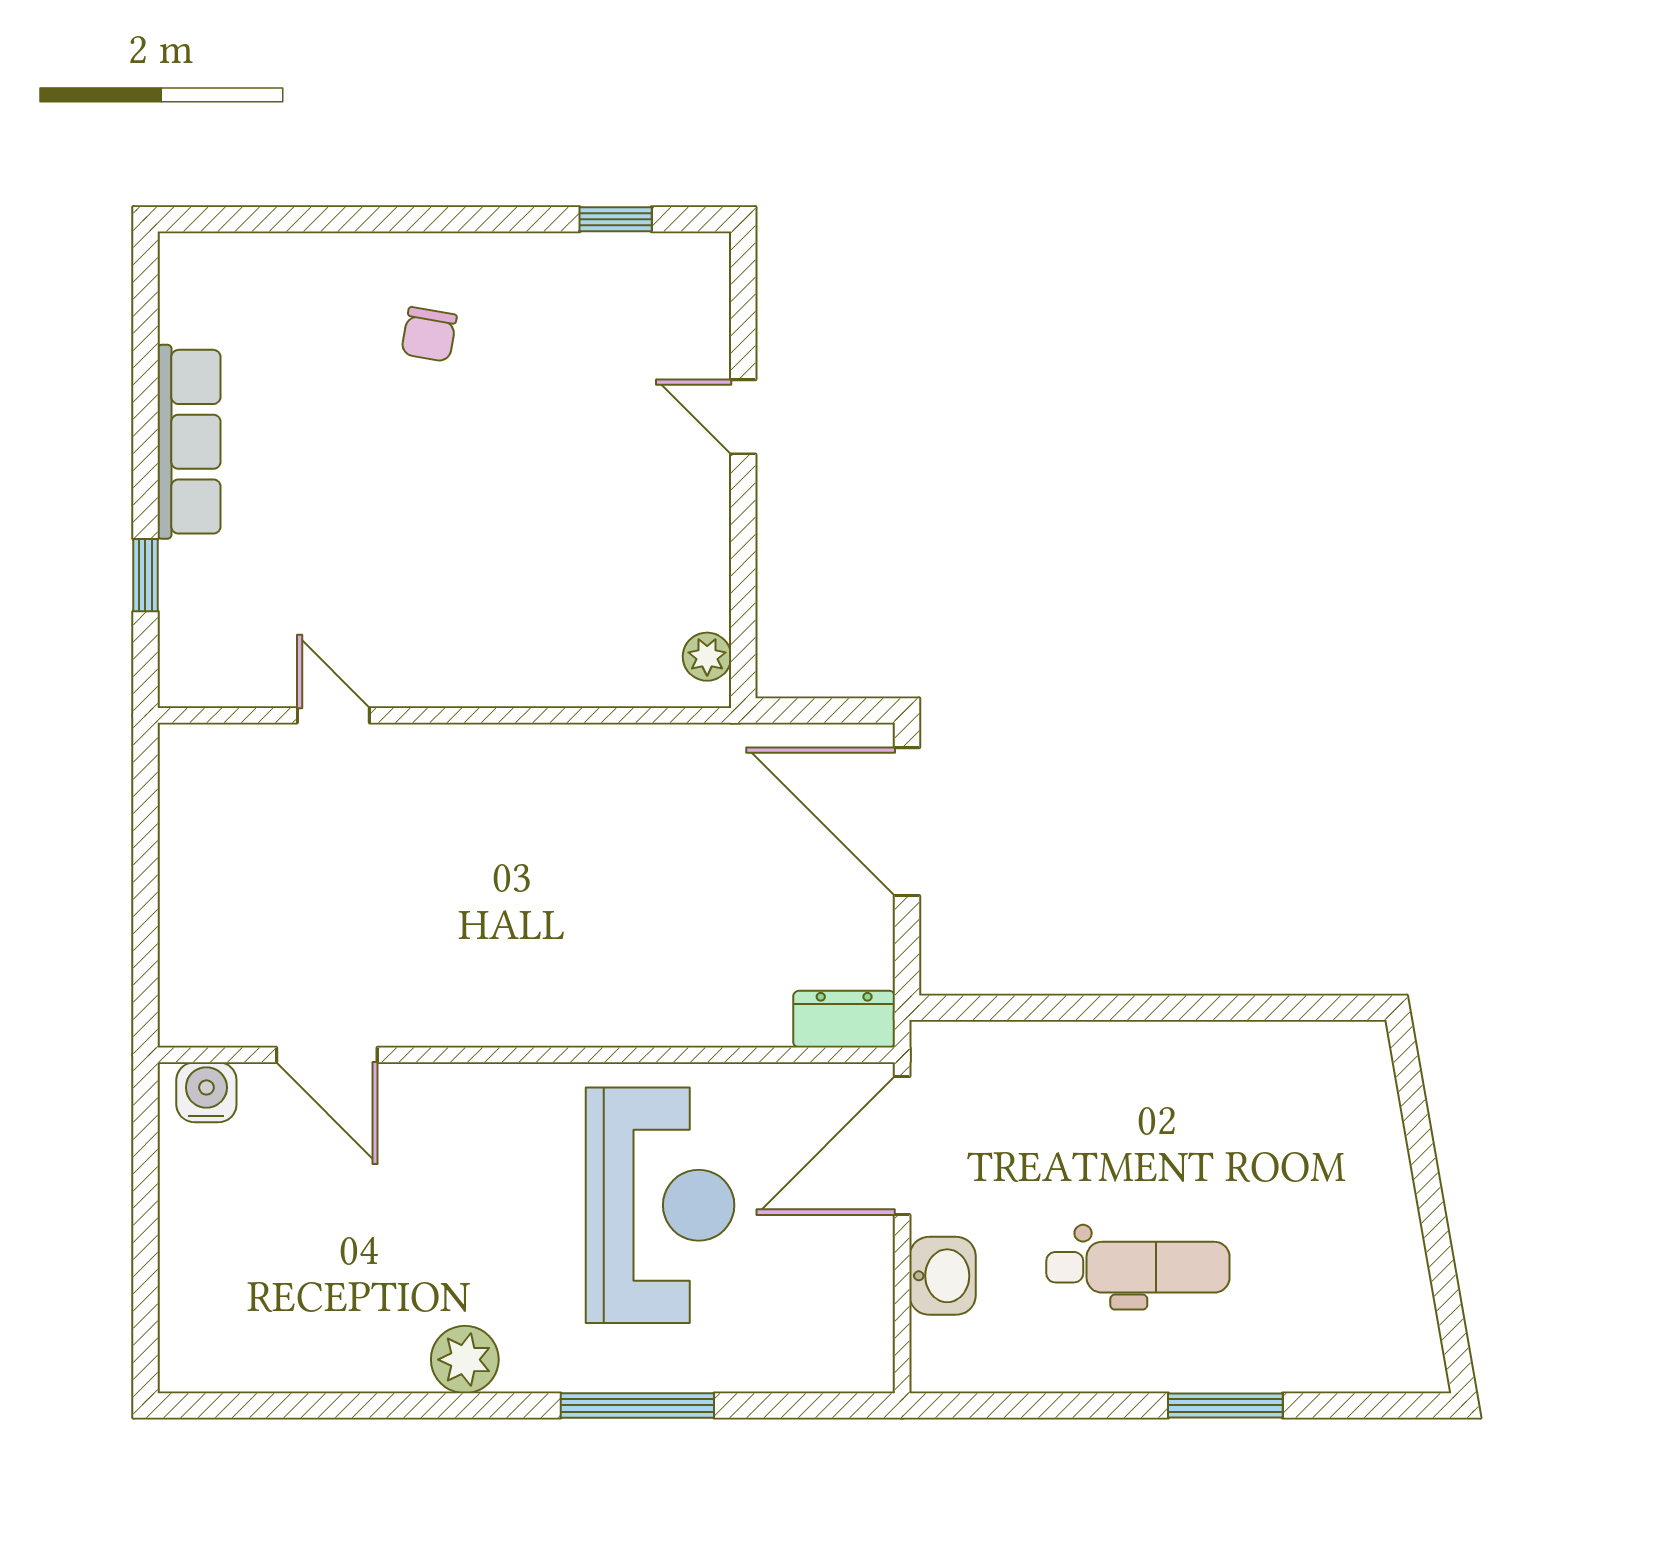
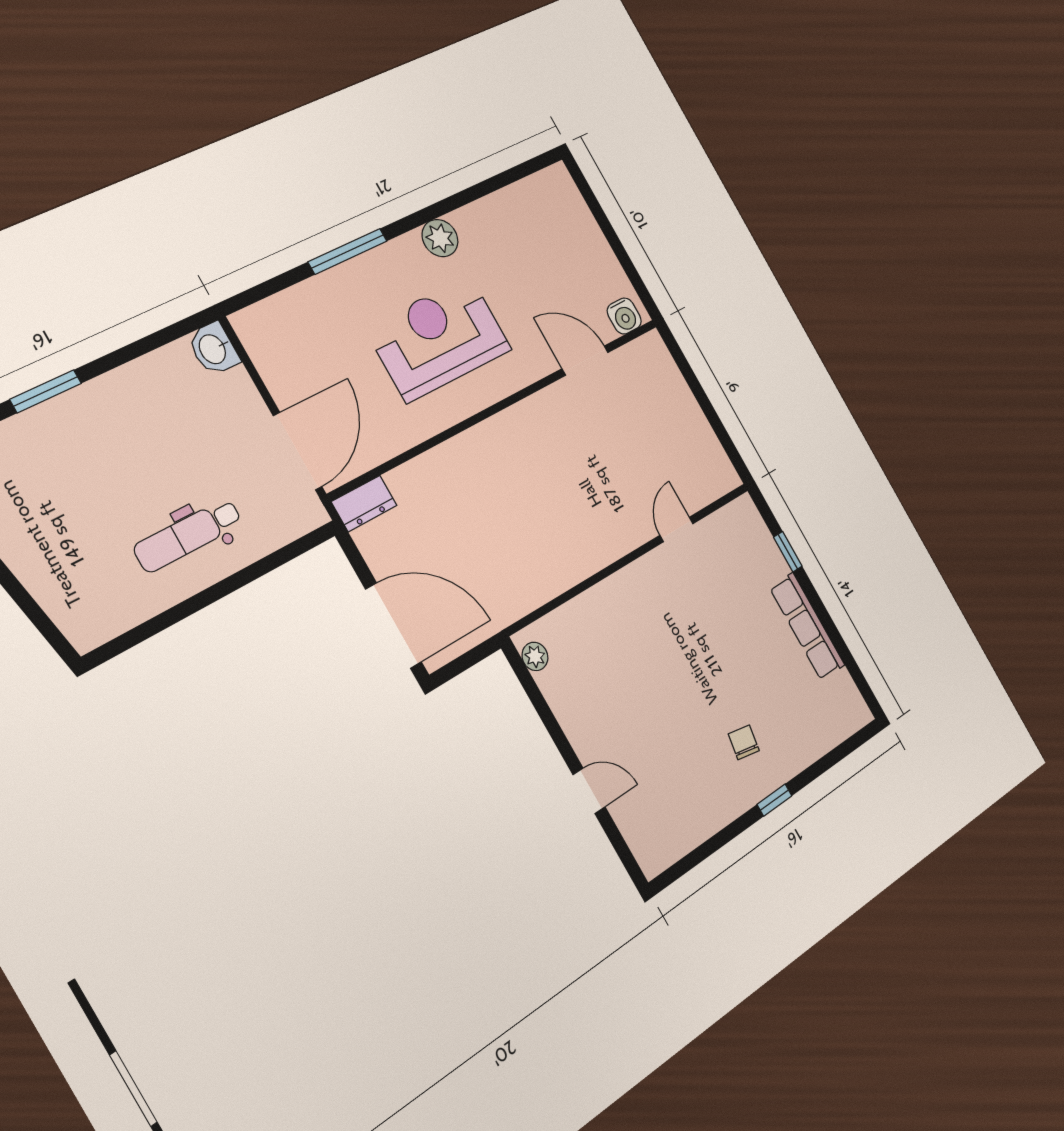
window: (616, 219) -> (774, 800), moved
door: (333, 715) -> (676, 529), swing flipped
reception desk: (660, 1205) -> (439, 339), moved, turned 90
dental chair: (1138, 1267) -> (188, 535), moved
washbasin: (943, 1276) -> (213, 349), moved

